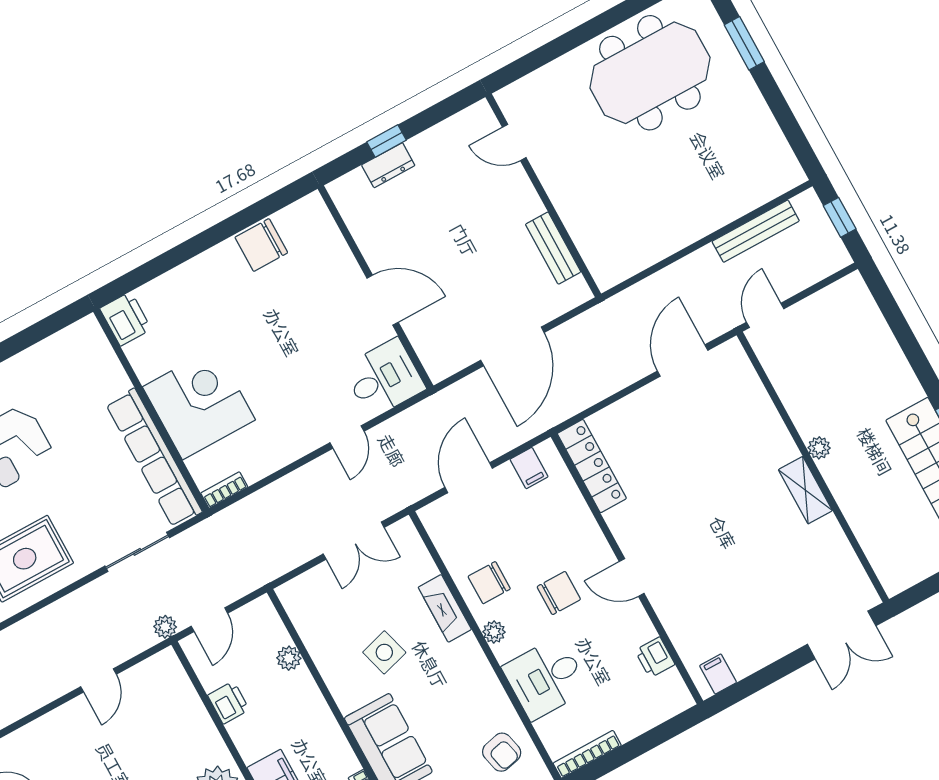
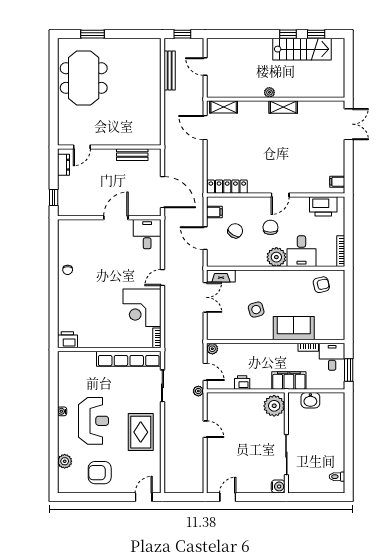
dresser: (388, 165) -> (63, 165), moved
chair: (261, 245) -> (68, 270), width x0.54, depth x0.54
wall: (376, 287) -> (109, 218), moved
door: (383, 300) -> (116, 218), moved
door: (765, 315) -> (205, 67), moved
shelving: (742, 375) -> (224, 107), added
desk: (384, 378) -> (147, 234), moved
corner desk: (199, 403) -> (142, 308), moved, turned -90
door: (347, 437) -> (162, 278), swing flipped
chair: (489, 583) -> (235, 231), moved, turned -148
fireplace: (445, 608) -> (221, 276), moved
plant: (494, 632) -> (276, 257), width x1.87, depth x1.87
printer: (655, 657) -> (323, 206), width x1.87, depth x1.48
plant: (289, 658) -> (212, 349), moved

